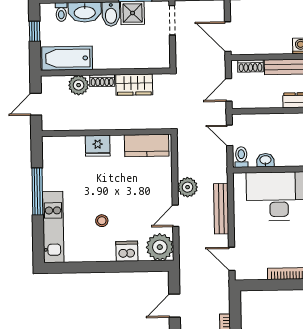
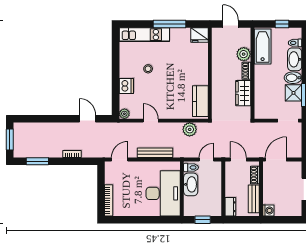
fridge: (98, 146) -> (200, 35), moved, turned -90
washbasin: (265, 160) -> (191, 184), width x1.91, depth x1.45
plant: (188, 187) -> (190, 129), moved
plant: (160, 247) -> (124, 114), width x0.53, depth x0.53

